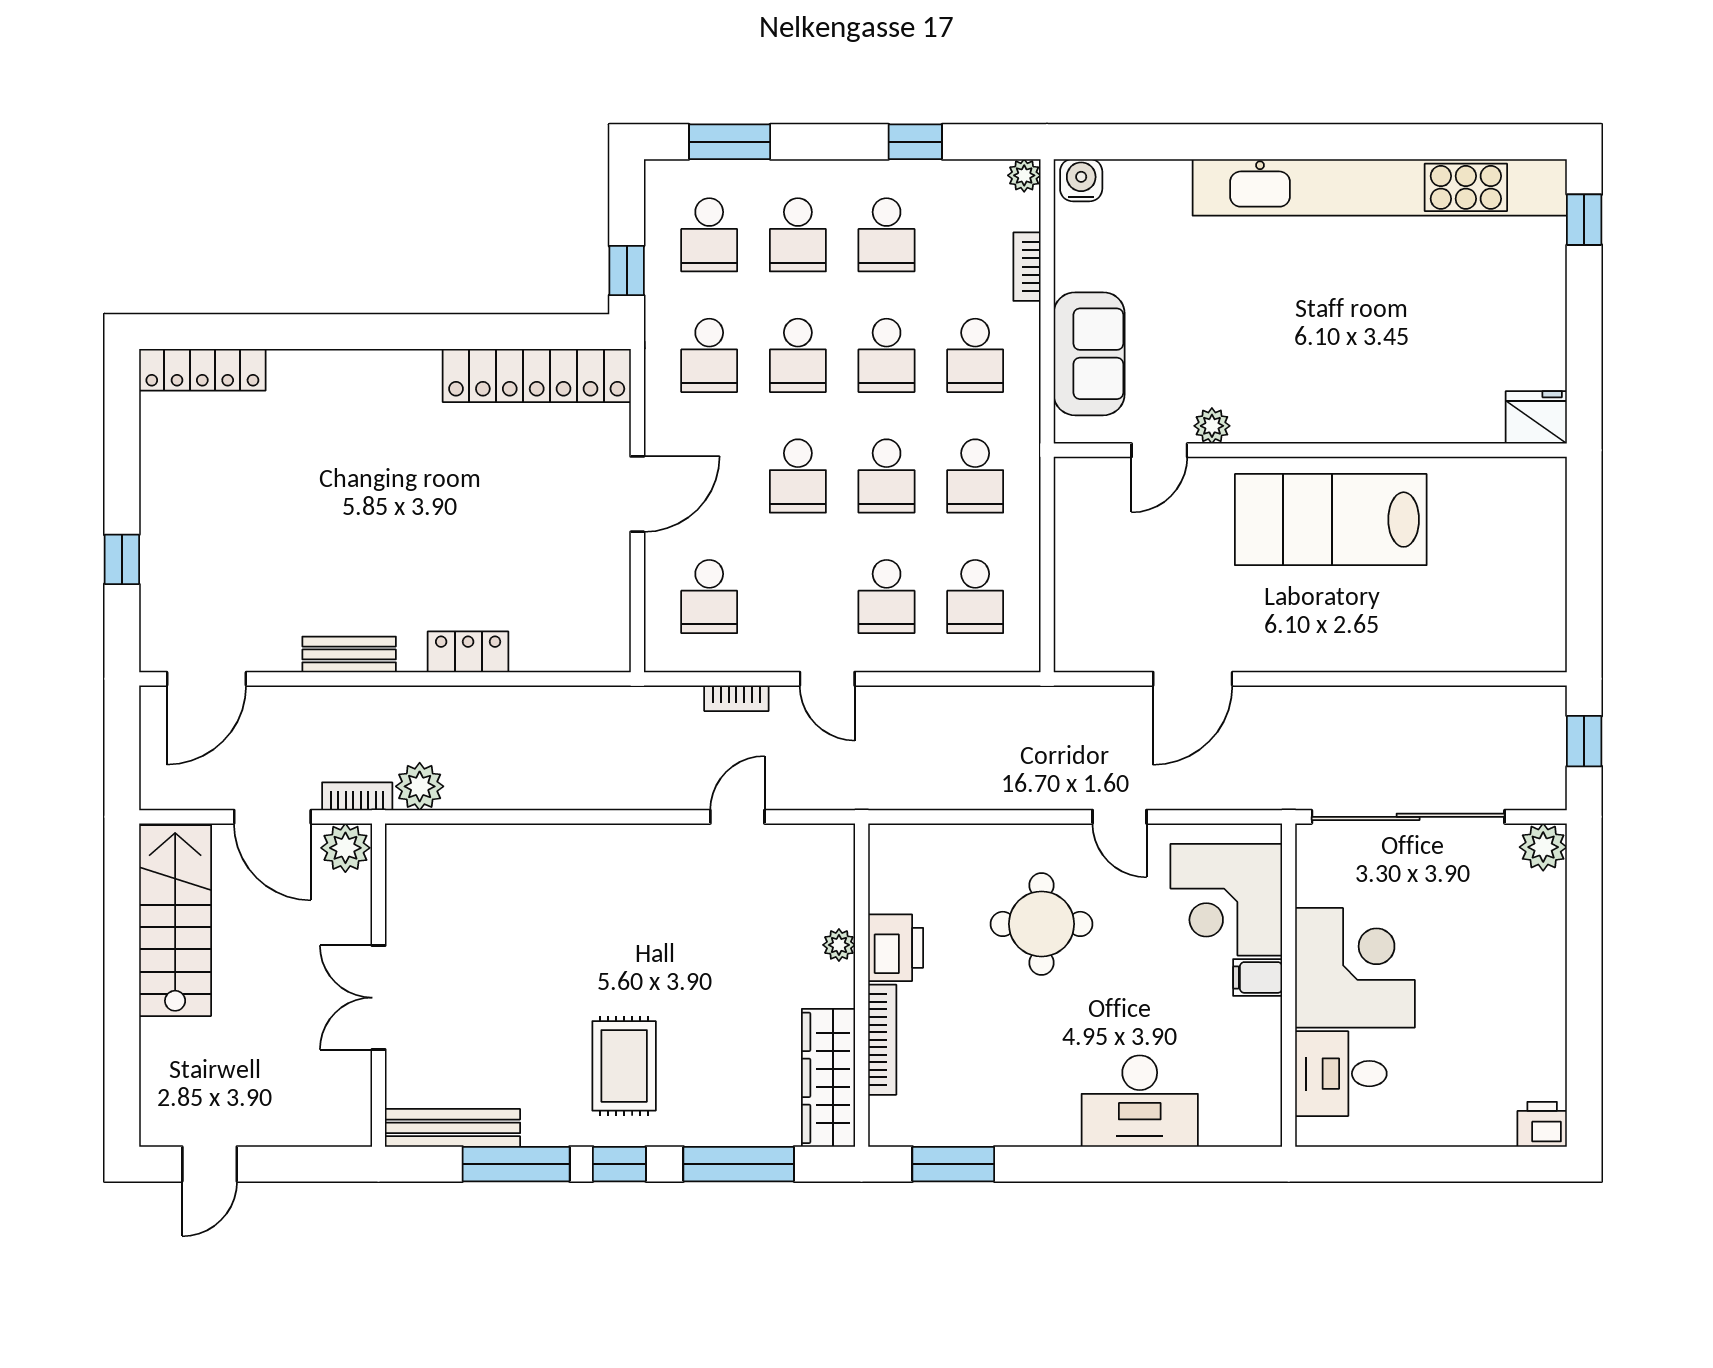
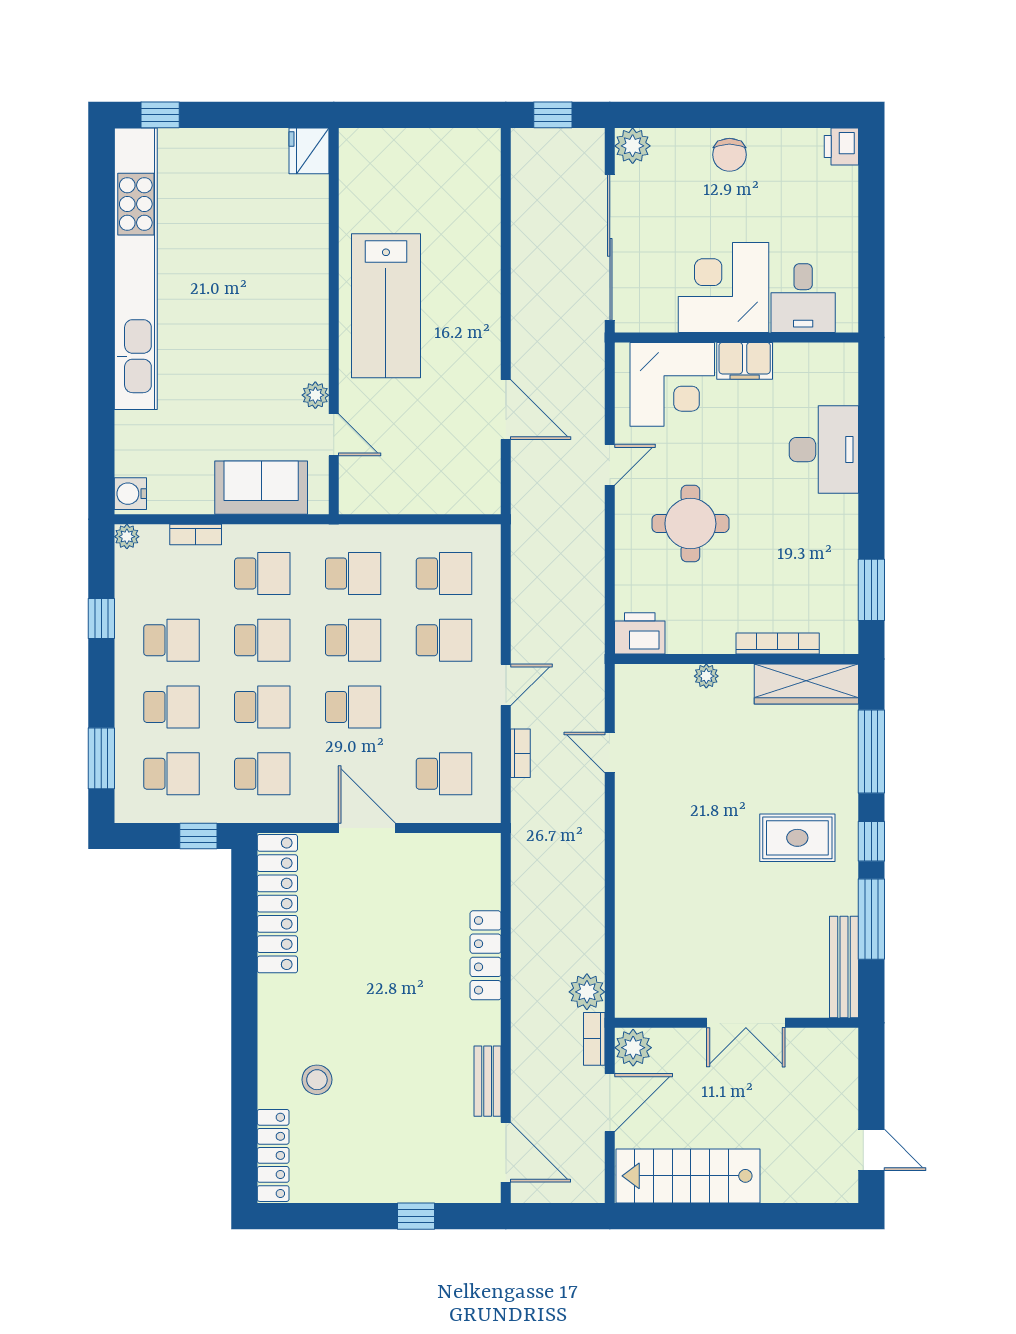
stool: (303, 428) -> (317, 1080), added
locker: (468, 652) -> (486, 955), width x1.53
bench: (349, 654) -> (488, 1081), moved
printer: (896, 948) -> (640, 633), moved
chair: (1531, 976) -> (729, 155), added
filing cabinet: (1258, 977) -> (745, 361), width x2.00

